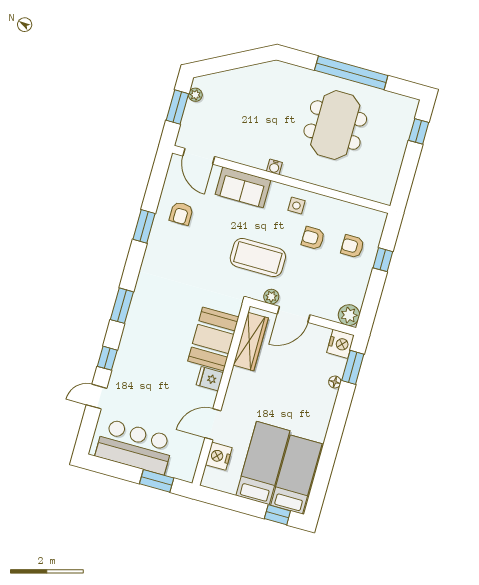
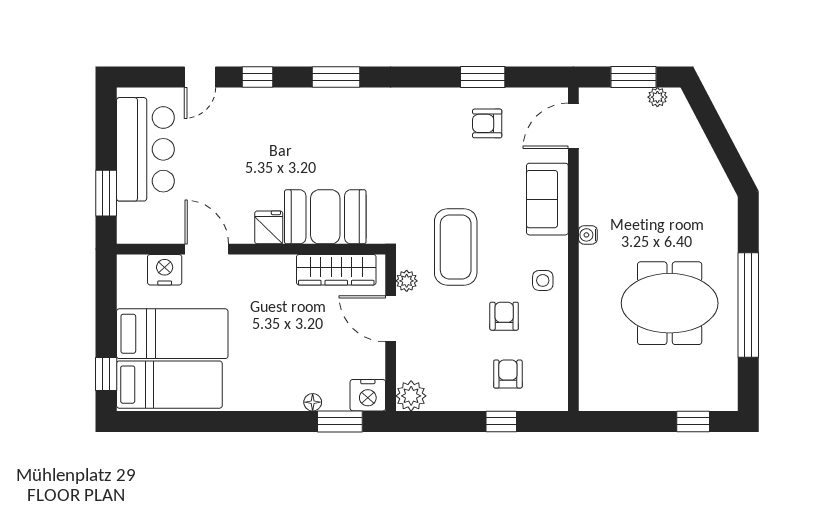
window: (144, 226) -> (483, 77), moved
door: (97, 397) -> (200, 77), swing flipped

